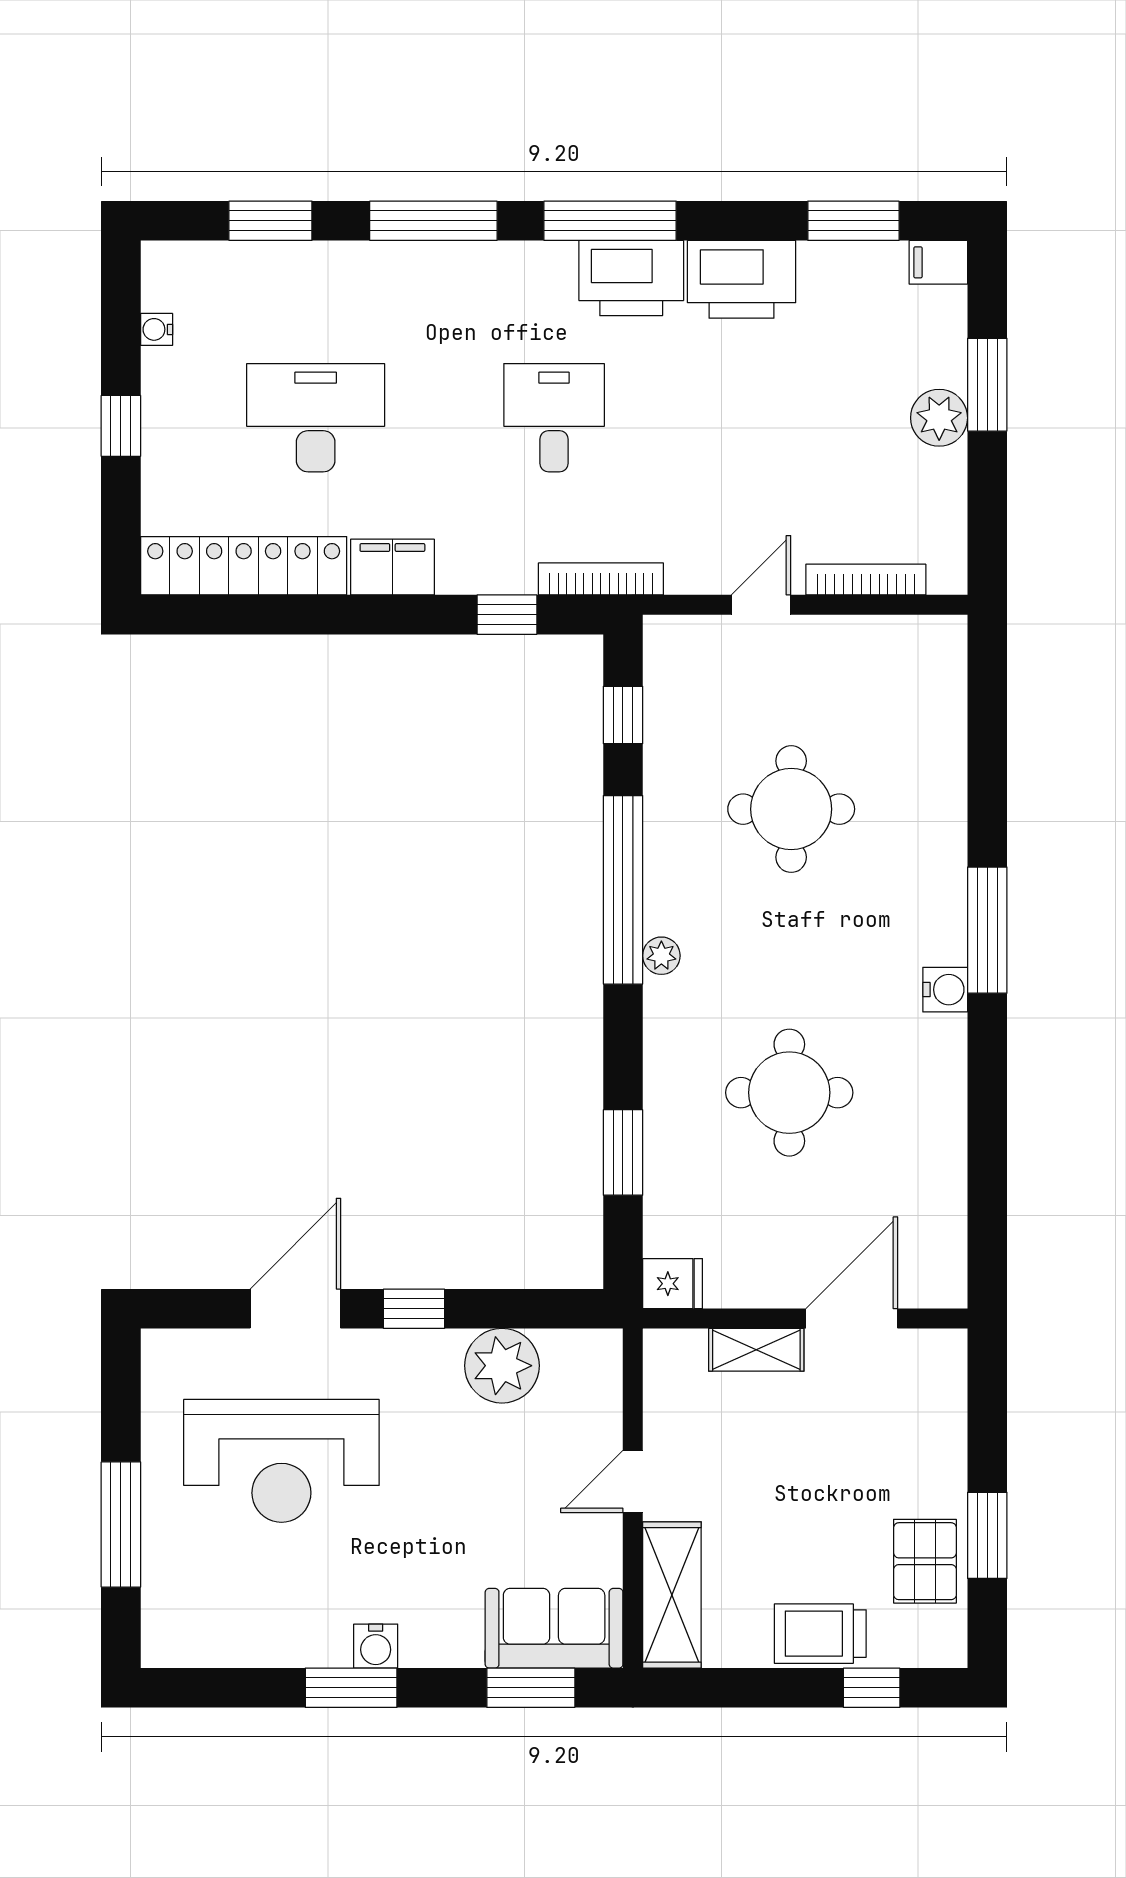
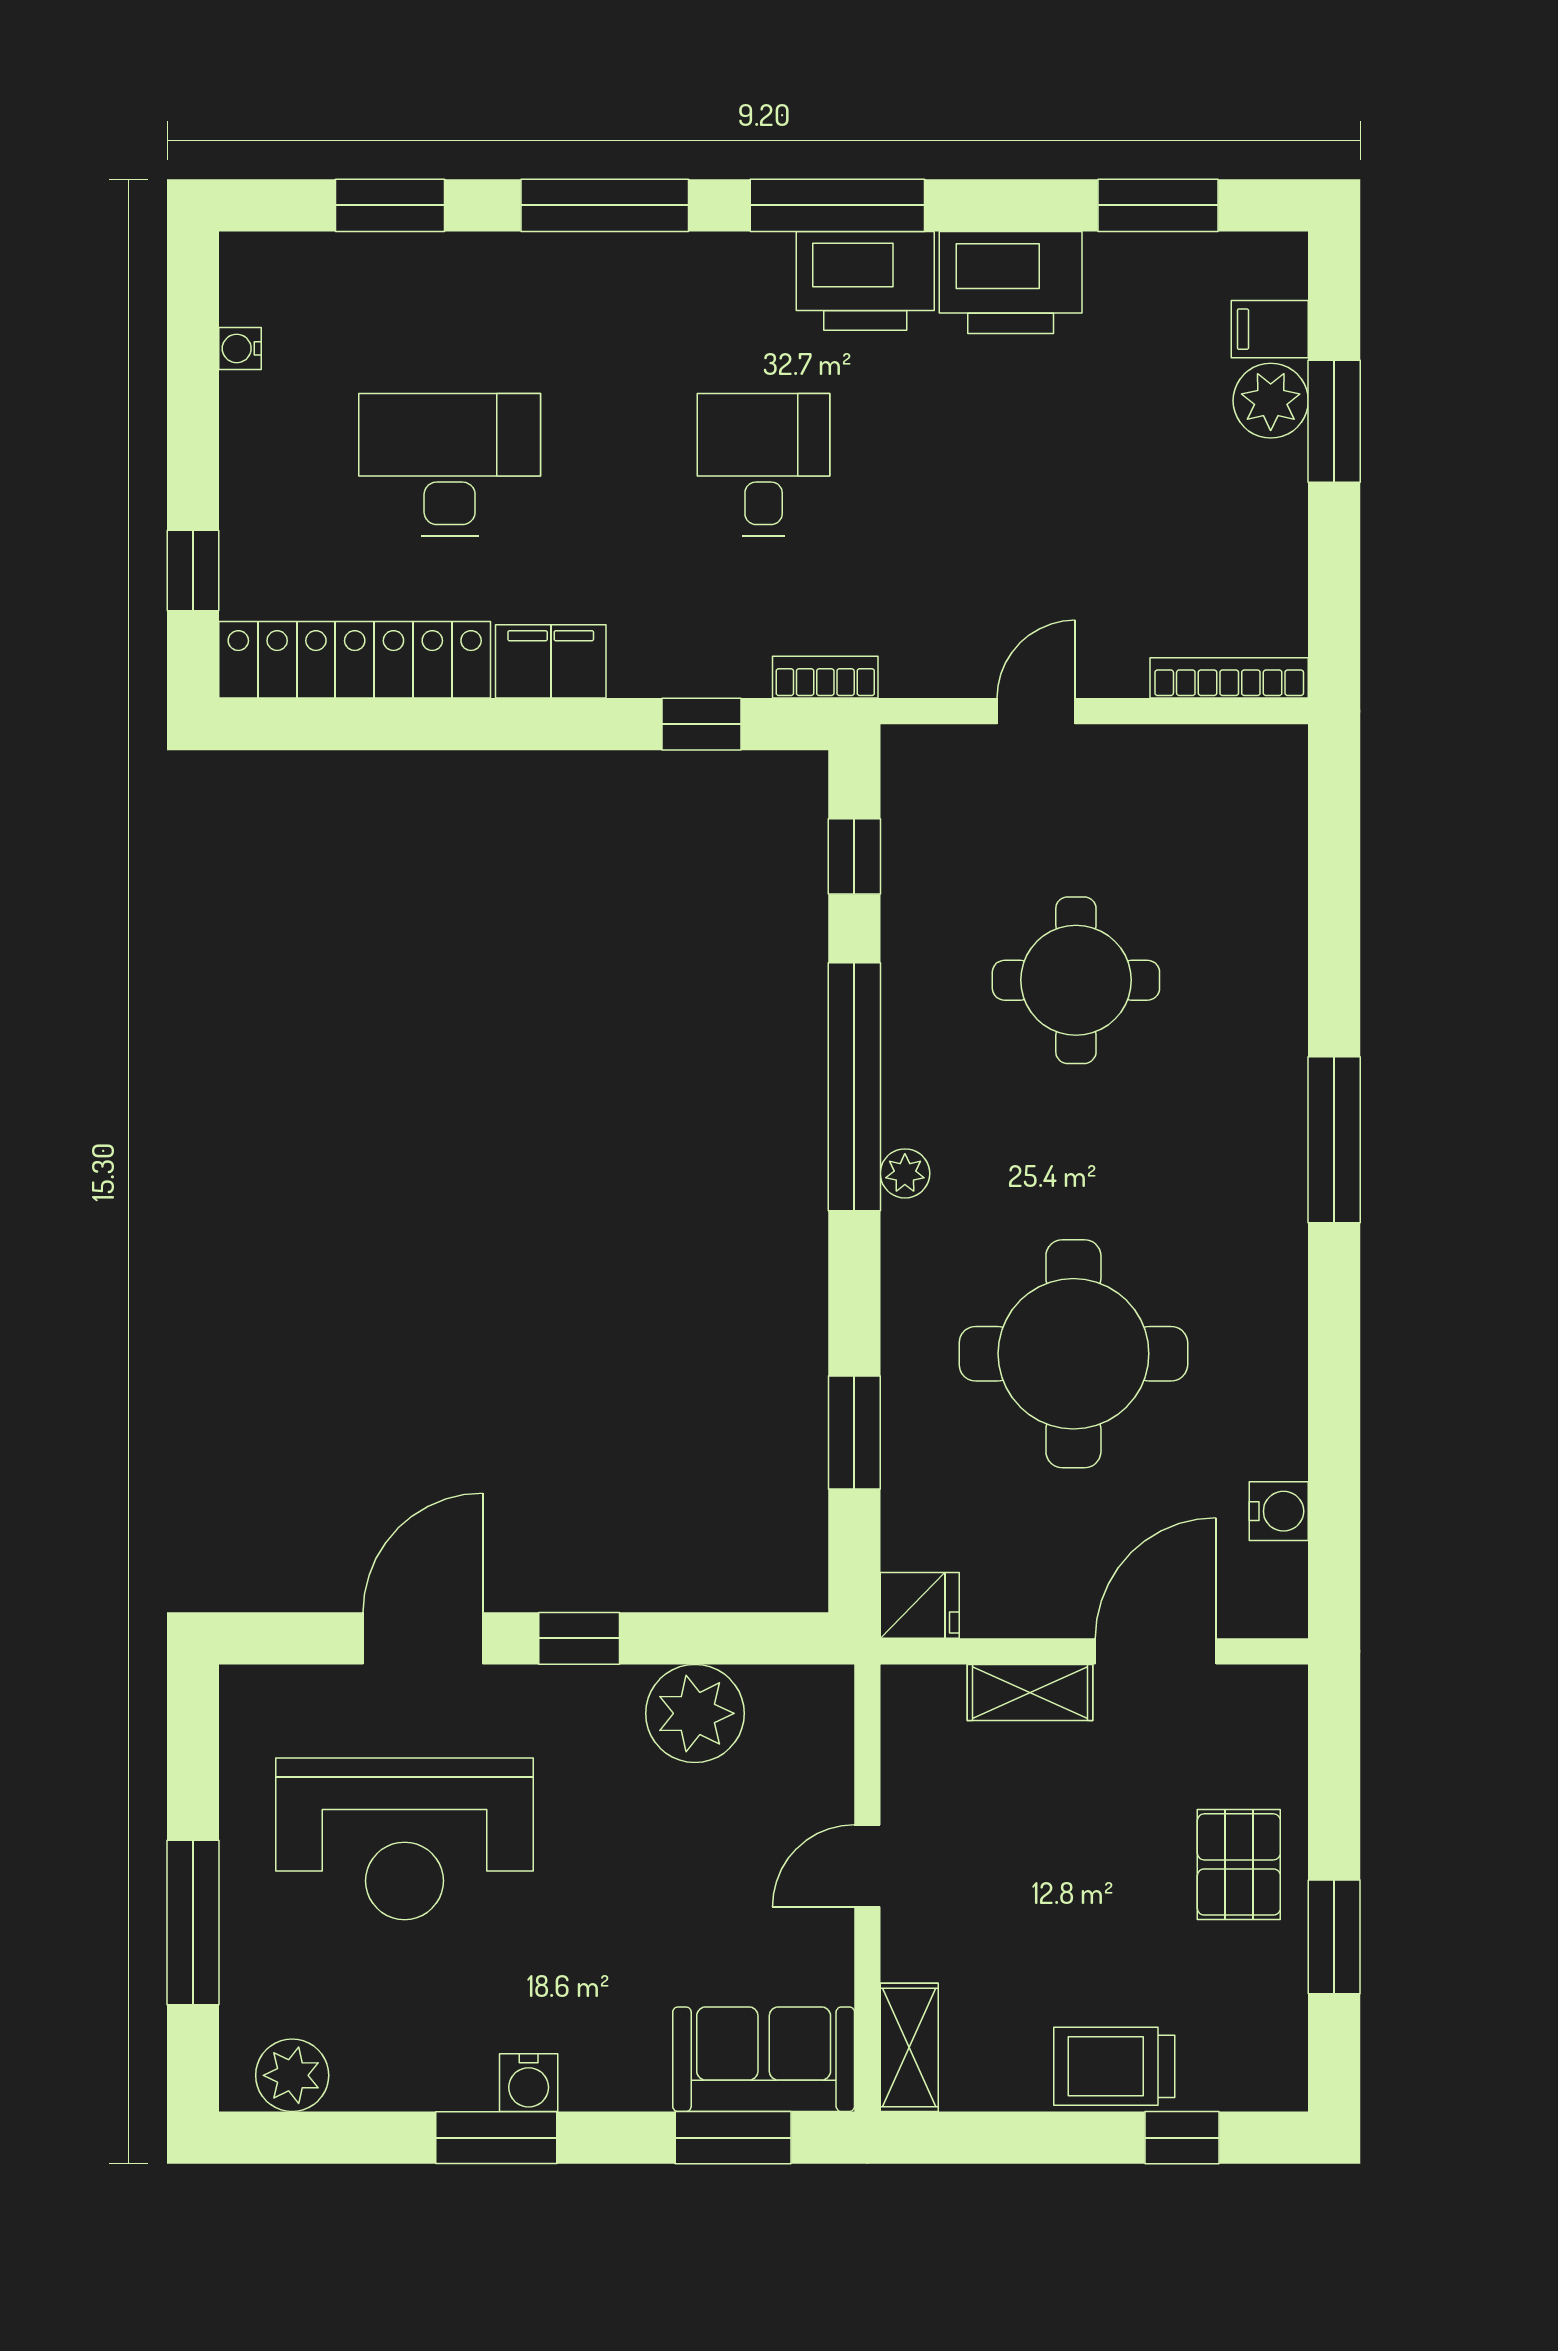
filing cabinet: (938, 262) -> (1270, 329), moved
plant: (939, 418) -> (1271, 401), moved
window: (121, 426) -> (193, 570), moved
bookcase: (601, 579) -> (825, 677), width x0.64
bookcase: (866, 580) -> (1229, 678), moved
water cooler: (945, 990) -> (1279, 1511), moved
round table: (789, 1093) -> (1073, 1354), width x1.36, depth x1.36
pallet: (925, 1561) -> (1239, 1864), moved
shelving: (672, 1595) -> (909, 2047), width x0.67, depth x0.75
plant: (196, 1640) -> (292, 2075), added

